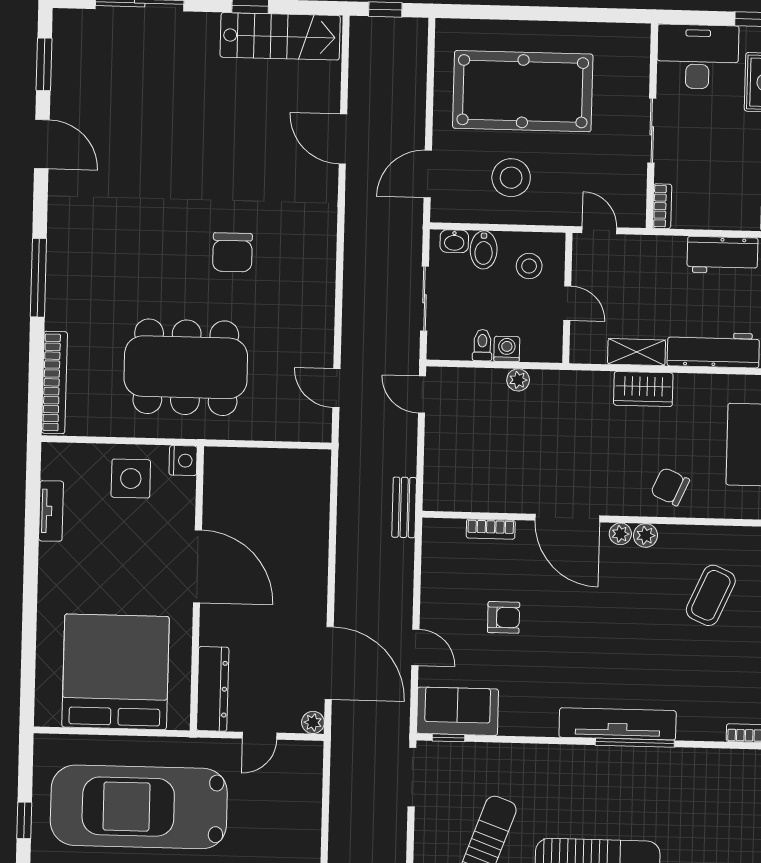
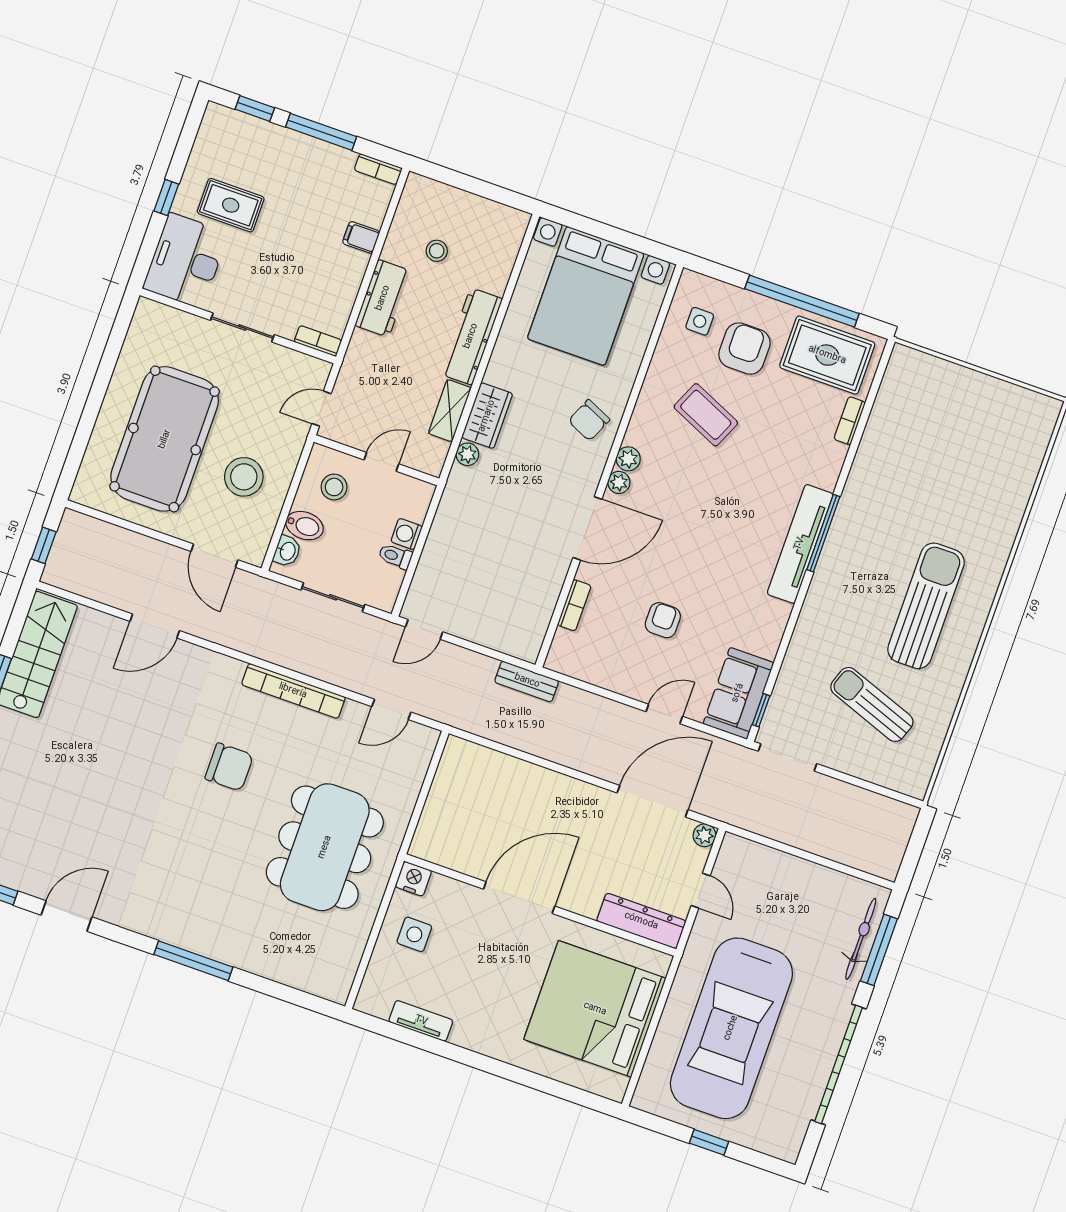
plant: (518, 380) -> (467, 454), moved
bookcase: (54, 382) -> (293, 691), moved, turned 180
side table: (131, 479) -> (414, 934), width x0.73, depth x0.73

